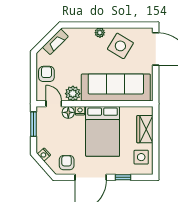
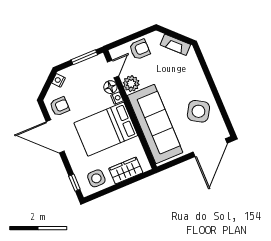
plant: (100, 33) -> (203, 85), removed
window: (123, 177) -> (74, 183), moved

